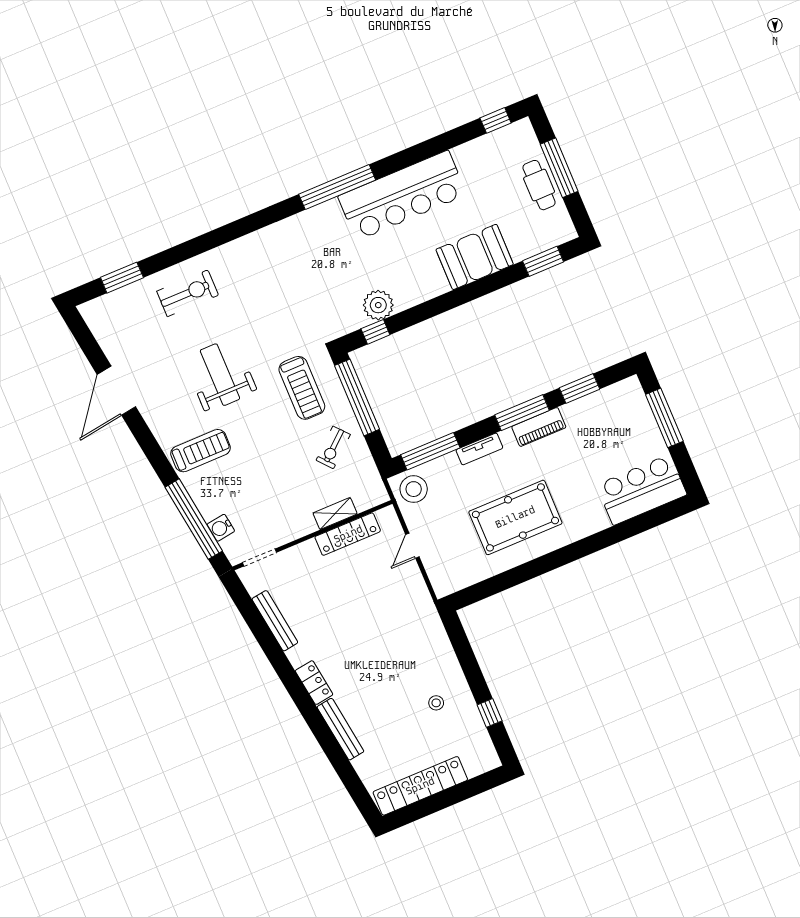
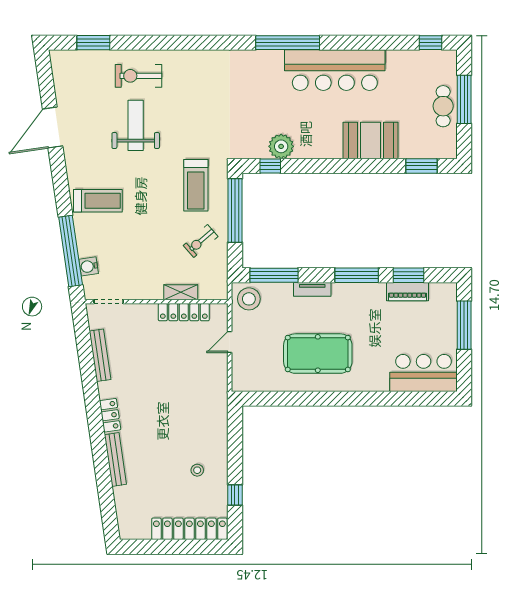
exercise bike: (188, 293) -> (139, 76), turned 180
weight bench: (220, 375) -> (136, 125), moved
piano: (539, 427) -> (407, 292), moved
locker: (420, 786) -> (189, 529), moved

